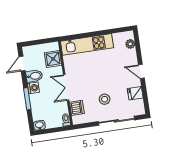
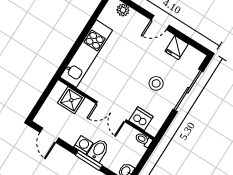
bidet: (34, 76) -> (98, 150), moved

